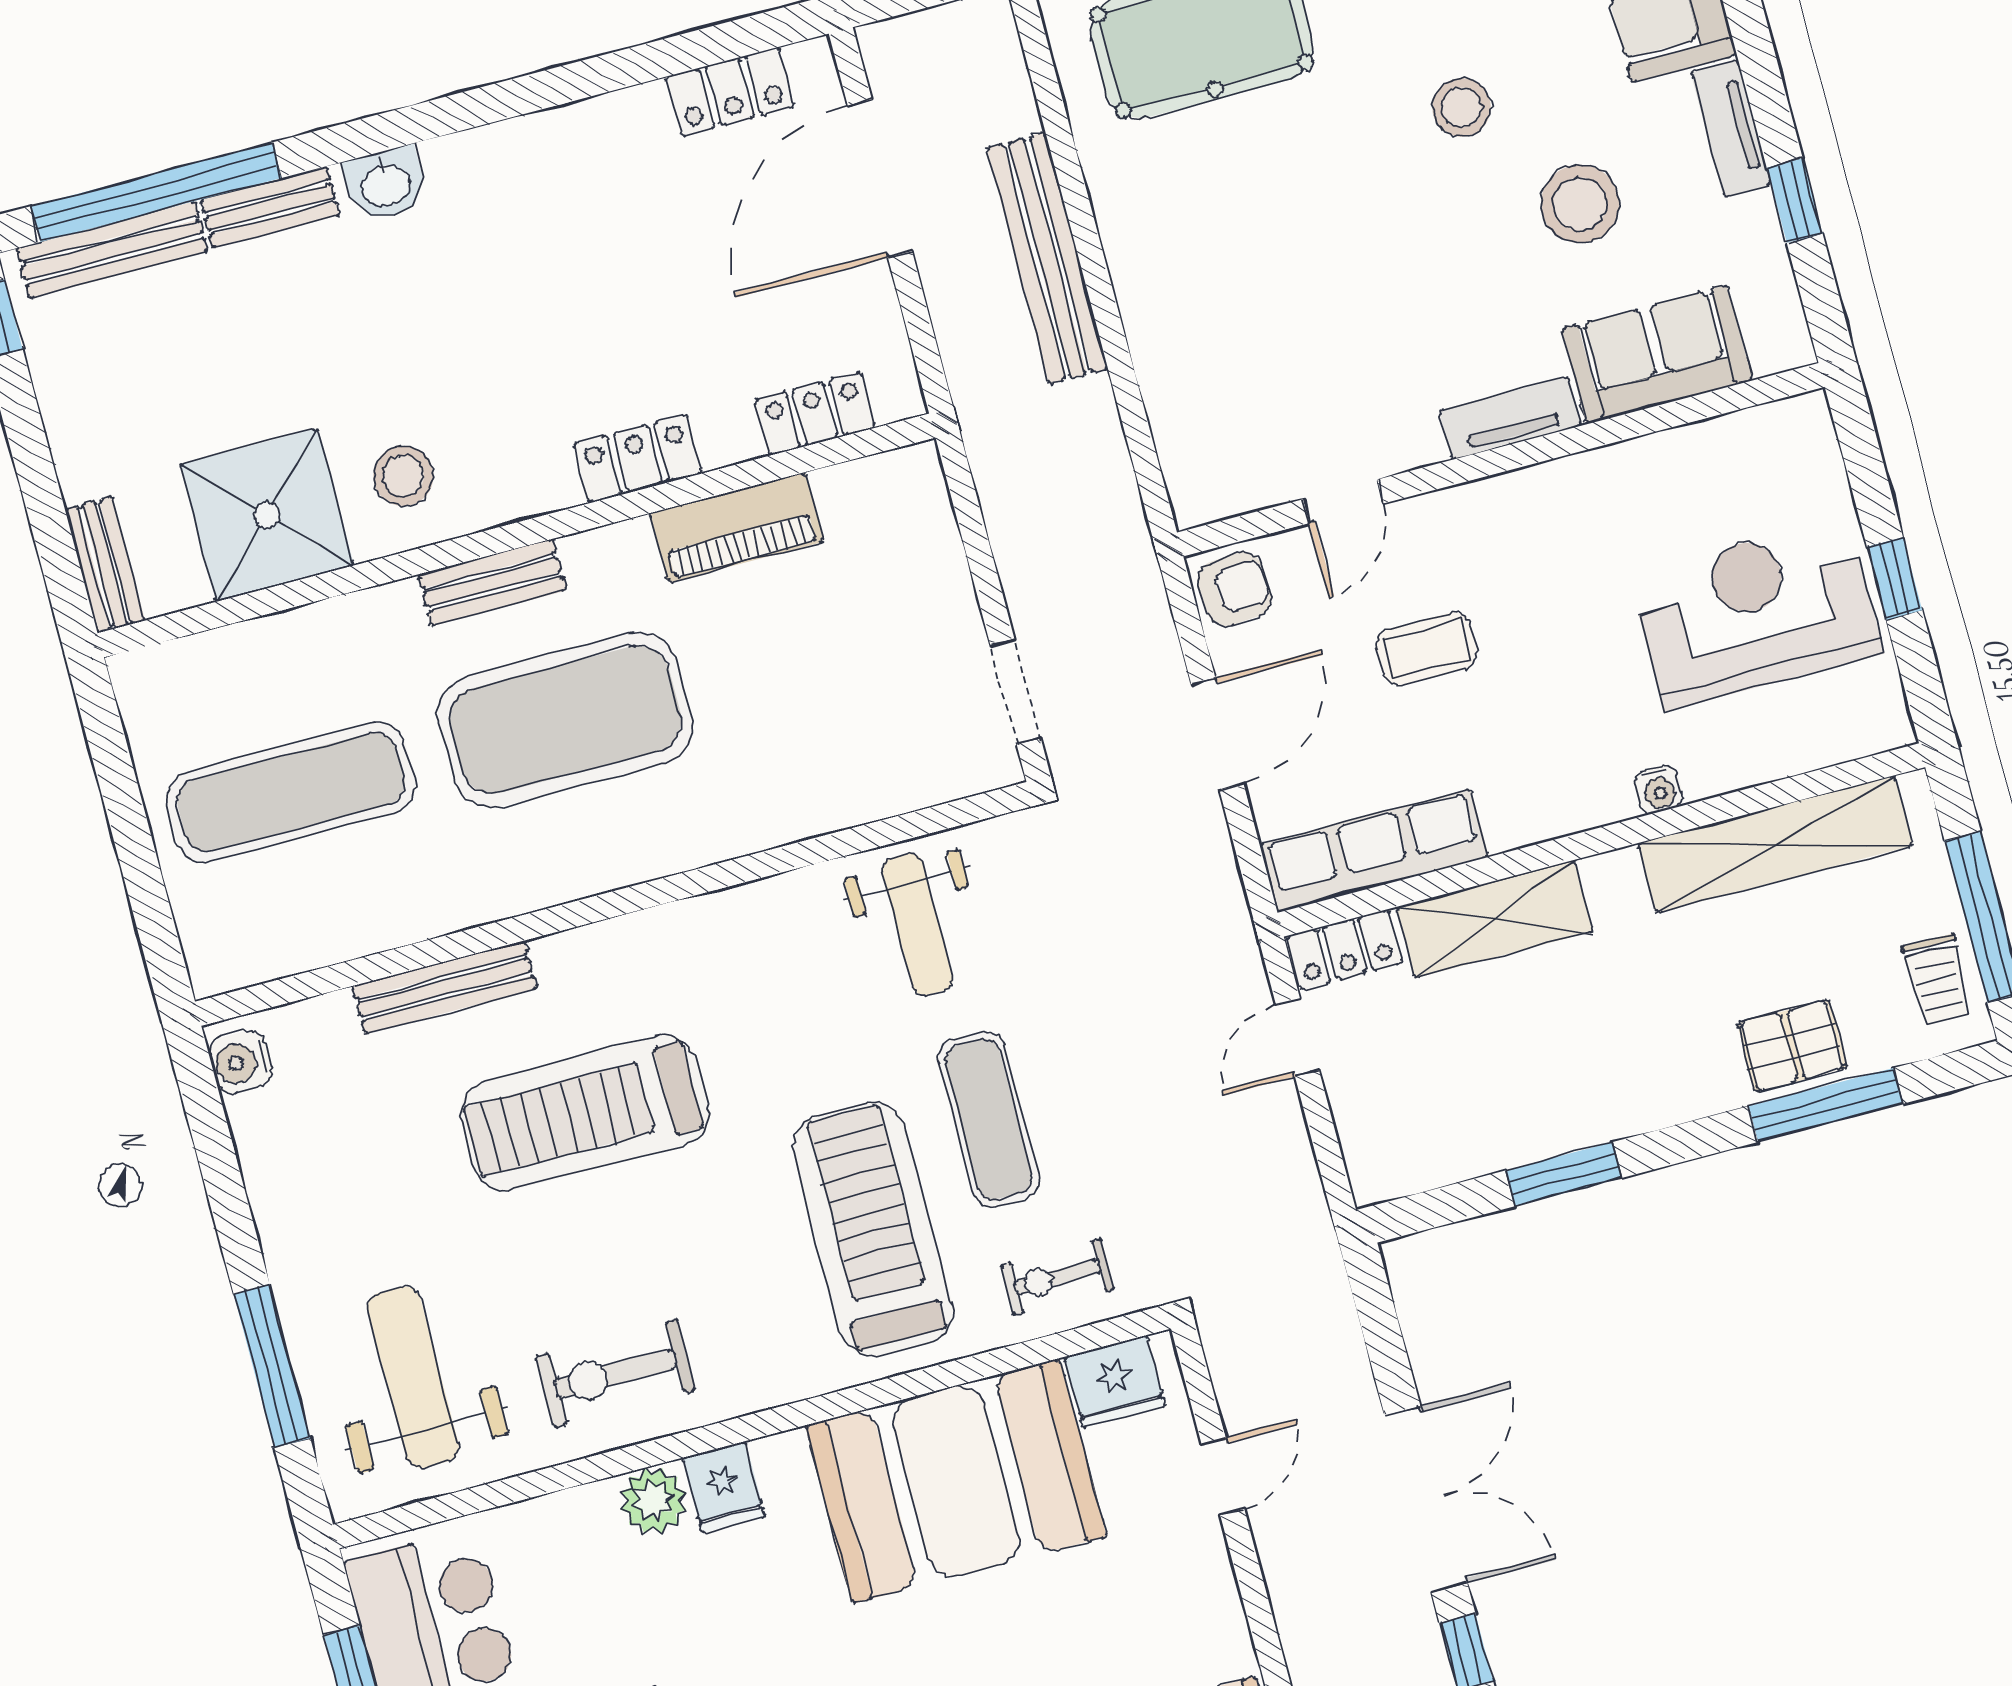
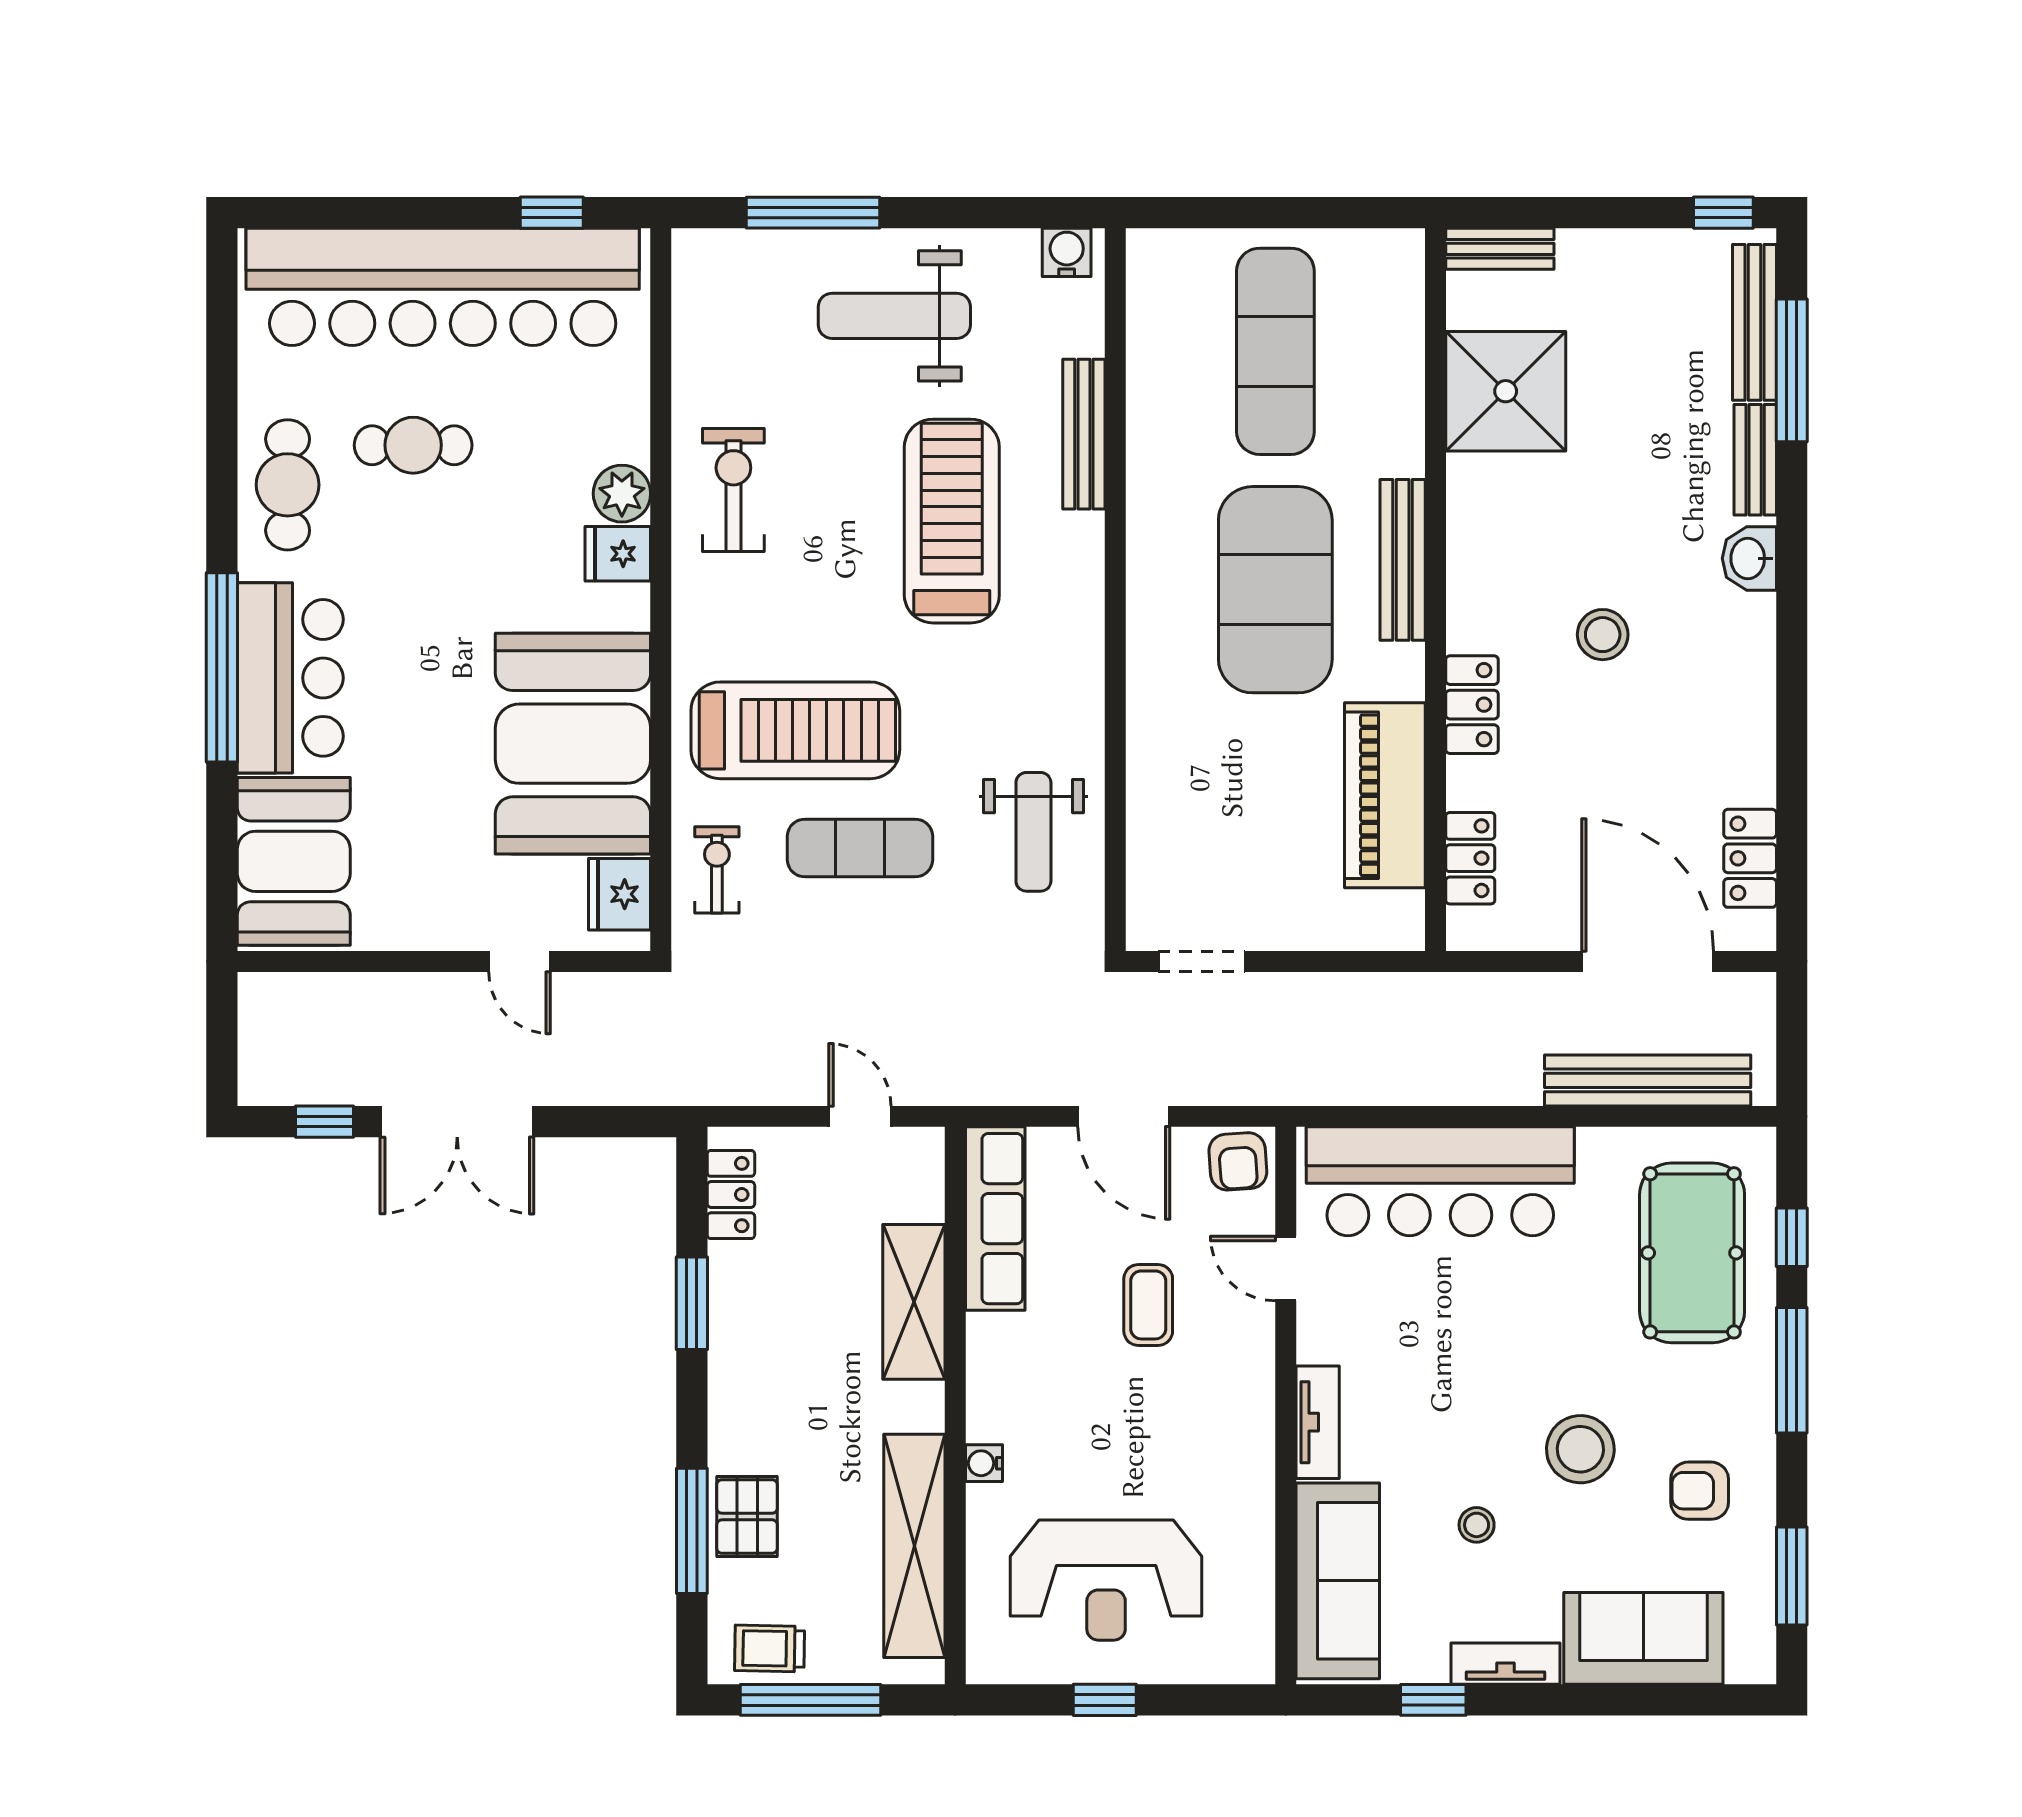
stool: (1462, 107) -> (1580, 1449), width x1.38, depth x1.38
window: (156, 192) -> (1792, 370), width x0.68
stool: (1580, 204) -> (1477, 1525), width x0.53, depth x0.53
bench: (1047, 258) -> (1648, 1080), moved
bar counter: (1196, 350) -> (1440, 1181), added
sofa: (1657, 355) -> (1338, 1581), width x1.36
stool: (403, 476) -> (1603, 635), moved
piano: (737, 527) -> (1385, 795), width x1.37, depth x1.33
bench: (492, 582) -> (1403, 560), width x1.36
reception desk: (1756, 613) -> (1106, 1580), turned 90
weight bench: (917, 924) -> (1033, 832), turned -90
locker: (1345, 950) -> (731, 1195), moved, turned 180
weight bench: (413, 1377) -> (894, 316), moved, turned 180

